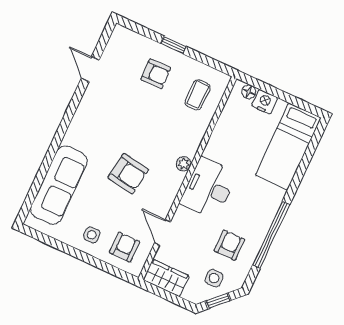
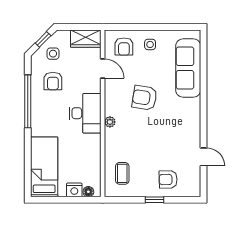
armchair: (156, 74) -> (168, 179), moved

